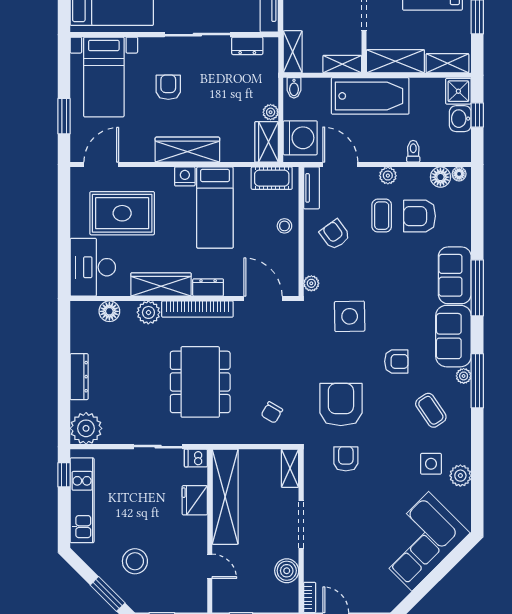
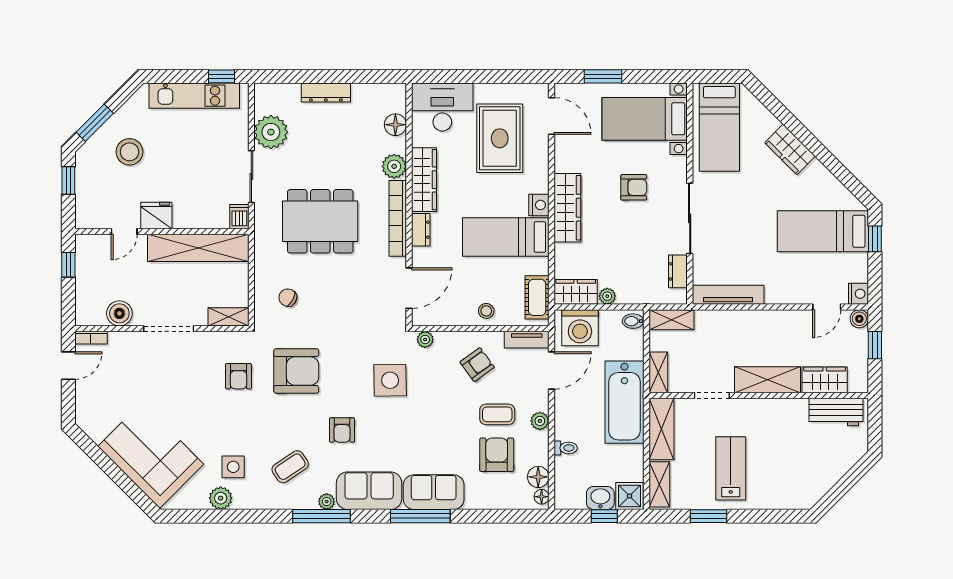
plant: (86, 428) -> (271, 132), moved
armchair: (346, 459) -> (238, 376), turned 90
fridge: (195, 500) -> (156, 216), moved

